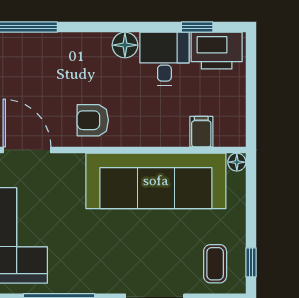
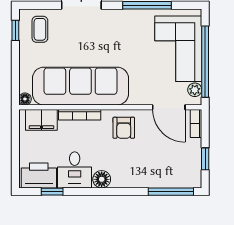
armchair: (93, 120) -> (124, 128), turned 90
filing cabinet: (201, 132) -> (41, 120), width x2.00
bookcase: (157, 139) -> (80, 115), added

